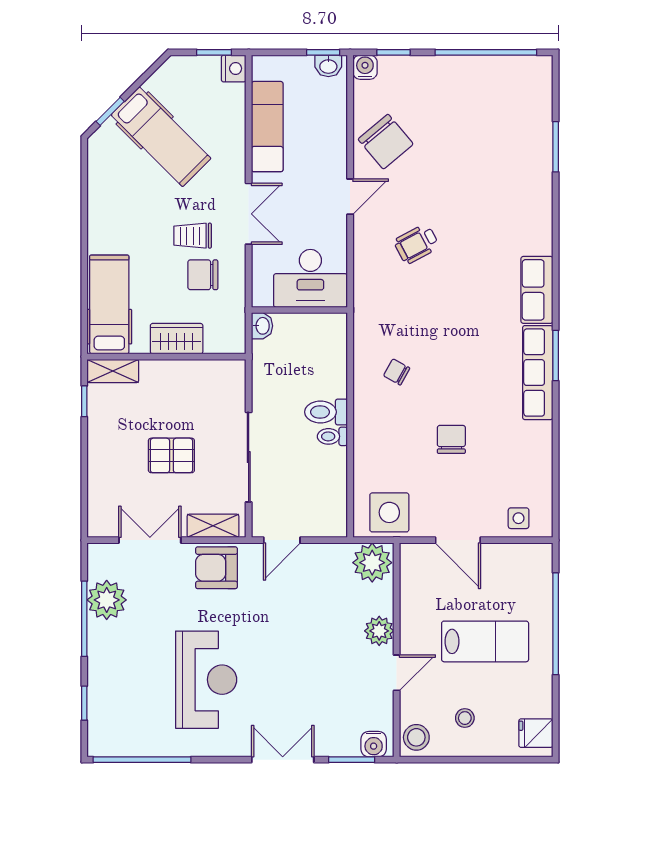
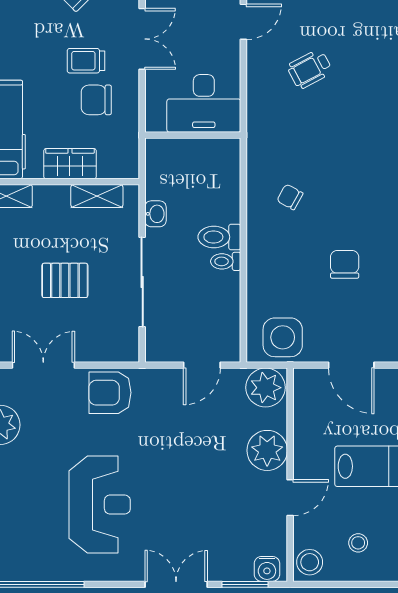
washbasin: (262, 326) -> (155, 214), moved
shelving: (213, 526) -> (97, 196), moved
door: (282, 540) -> (202, 365), moved
plant: (379, 631) -> (267, 450), width x1.36, depth x1.36

